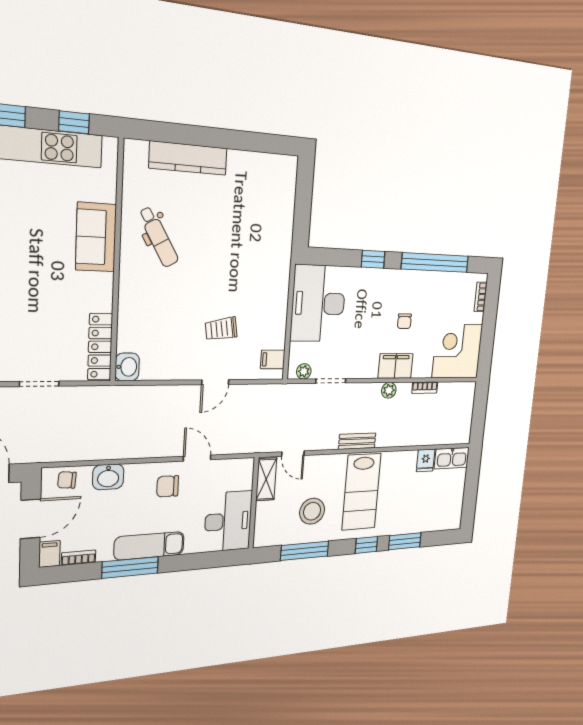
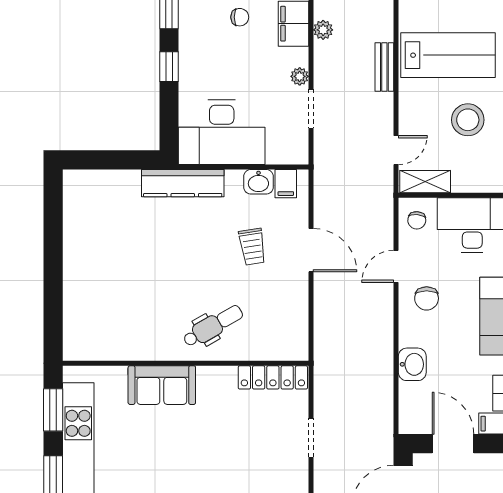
window: (74, 122) -> (53, 410), width x1.50
kitchen counter: (188, 158) -> (183, 183), moved, turned 90
dental chair: (158, 237) -> (213, 326), moved
washbasin: (127, 367) -> (258, 182), moved, turned 180
plant: (304, 371) -> (300, 76), moved
door: (215, 382) -> (311, 250), width x1.38
chair: (67, 480) -> (417, 220), moved

